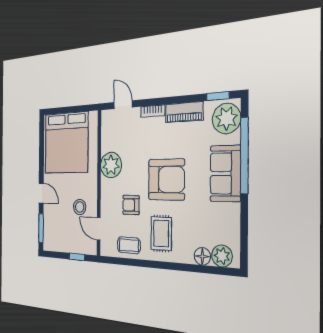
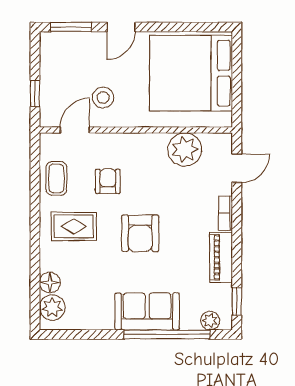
plant: (226, 118) -> (210, 321), width x0.53, depth x0.53
plant: (111, 165) -> (185, 149), moved
armchair: (166, 180) -> (140, 233), width x0.73, depth x0.73

